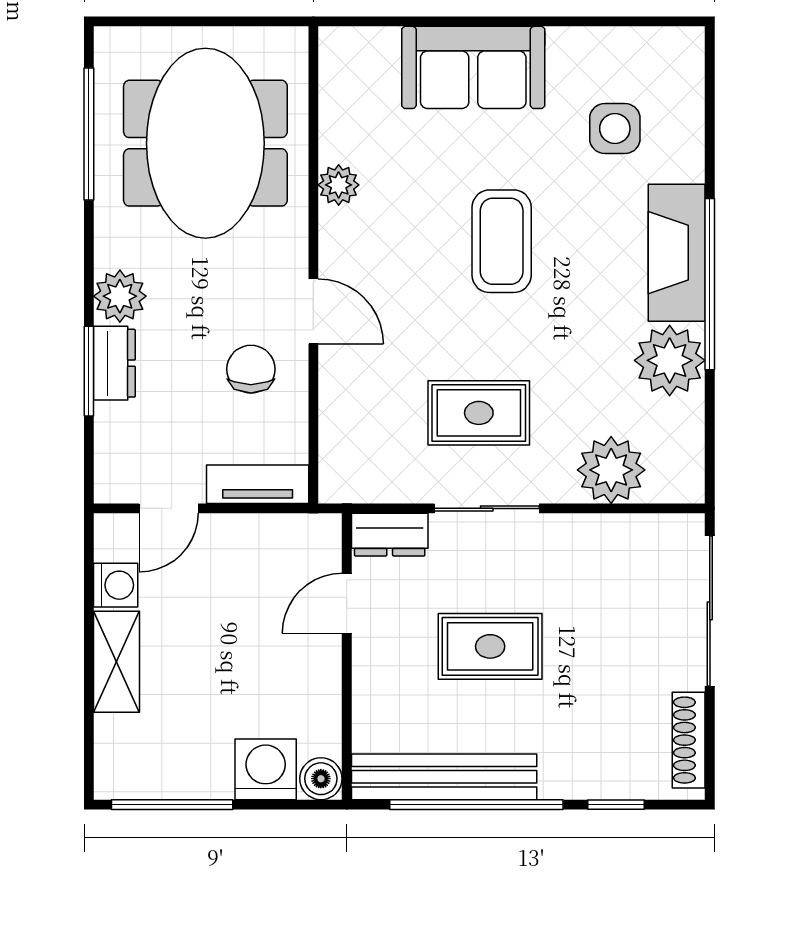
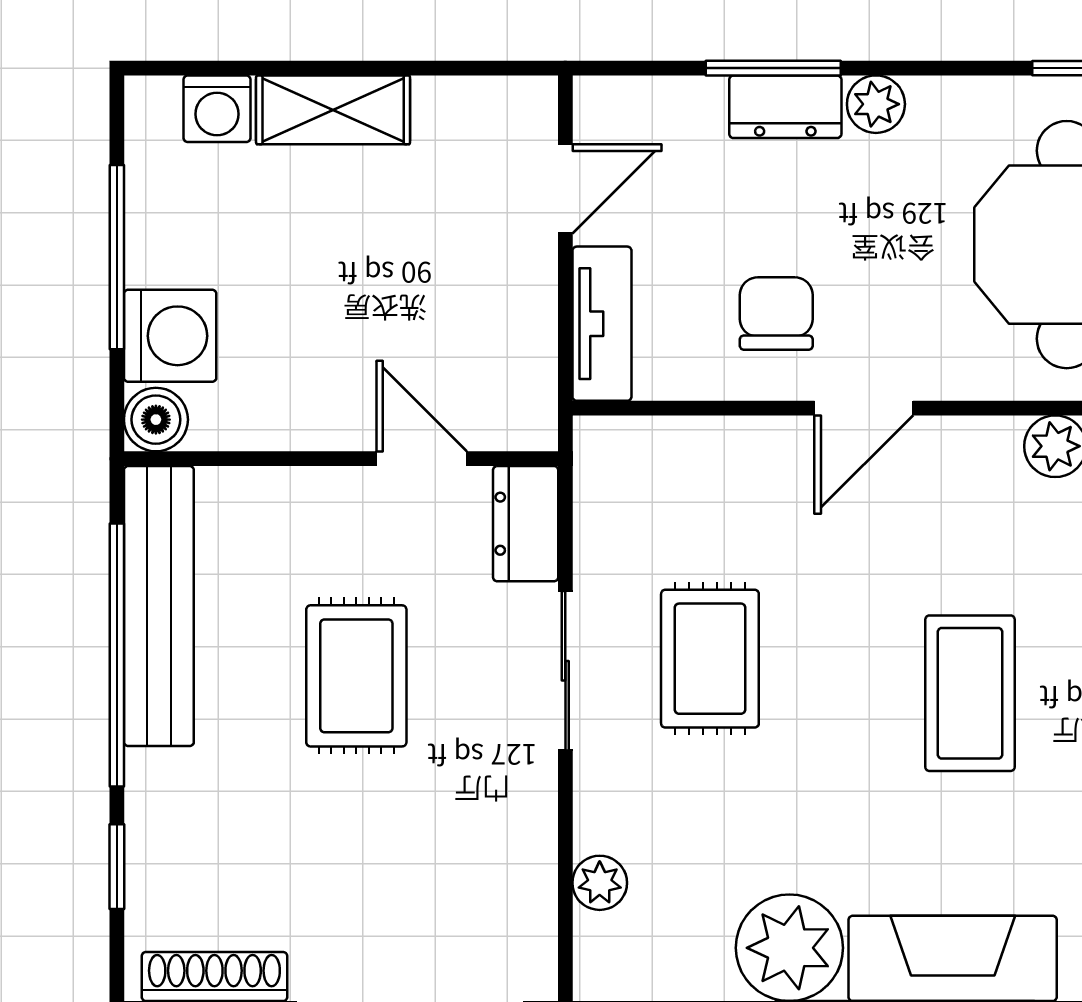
coffee table: (502, 241) -> (970, 693), turned 90
plant: (120, 296) -> (876, 104), width x0.73, depth x0.73
chair: (251, 369) -> (776, 314), turned -90
plant: (611, 470) -> (600, 883), width x0.53, depth x0.53
door: (169, 508) -> (565, 189), swing flipped
washing machine: (116, 585) -> (217, 109), moved
window: (172, 805) -> (117, 257), moved

